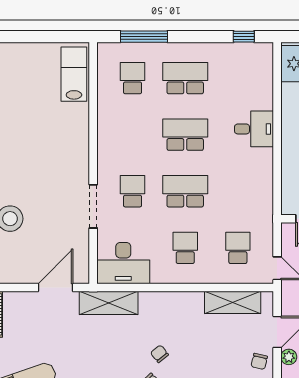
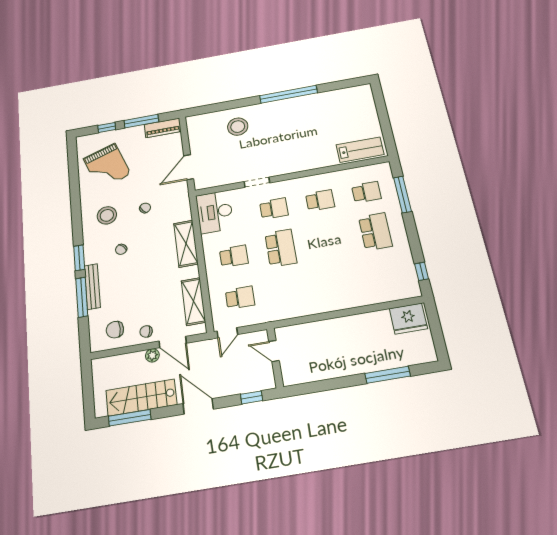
desk: (254, 129) -> (344, 293), removed
school desk: (185, 135) -> (320, 200), moved, width x0.54
doorway: (93, 206) -> (257, 182), width x0.73
door: (55, 287) -> (189, 167), swing flipped
shelving: (109, 303) -> (186, 244), moved
chair: (159, 354) -> (145, 208), moved

